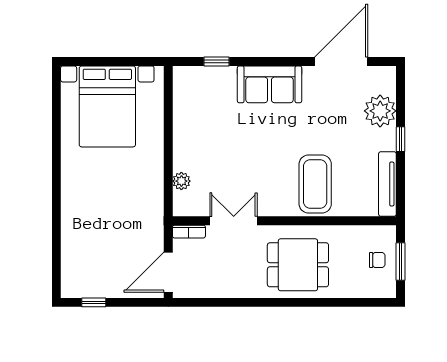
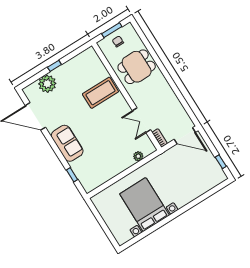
bed with nightstands: (107, 106) -> (145, 205), moved, turned -90
tv unit: (387, 184) -> (79, 59), removed
dining table: (298, 265) -> (137, 67), moved, turned 90

